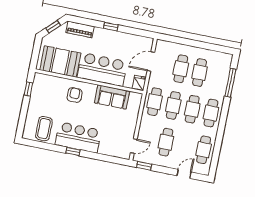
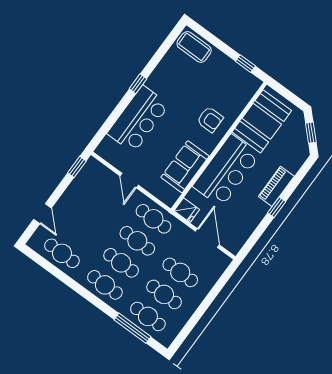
piano: (80, 29) -> (276, 186), moved
coffee table: (44, 129) -> (194, 47), moved
bar counter: (78, 137) -> (138, 119), moved
cafe table: (166, 142) -> (148, 316), moved
door: (134, 146) -> (129, 180), moved

